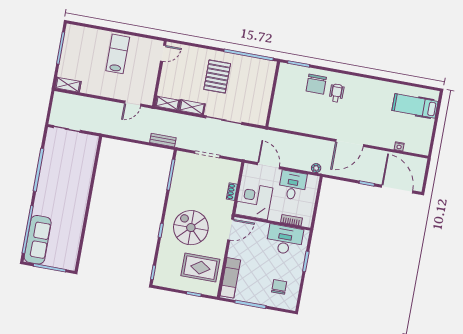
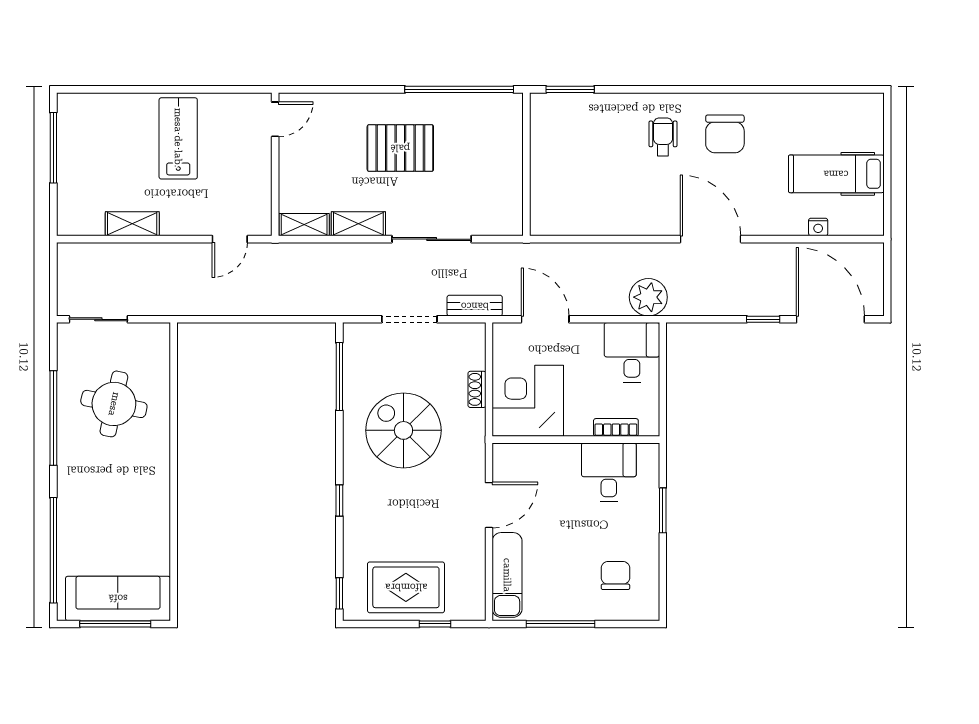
pallet: (217, 76) -> (400, 148), turned 90
chair: (316, 84) -> (725, 134), moved
shelving: (68, 85) -> (132, 224), moved
hospital bed: (415, 106) -> (836, 174), moved
bench: (163, 140) -> (475, 306), moved
door: (350, 143) -> (711, 239), swing flipped
round table: (67, 168) -> (114, 404), added
plant: (316, 168) -> (648, 297), width x1.87, depth x1.87
desk: (292, 185) -> (632, 352), moved
spiral stairs: (191, 228) -> (403, 430), moved
door: (231, 230) -> (489, 505), moved
sofa: (38, 240) -> (118, 598), moved, turned -90
desk: (285, 240) -> (609, 472), width x0.73
rug: (200, 268) -> (406, 587), moved

